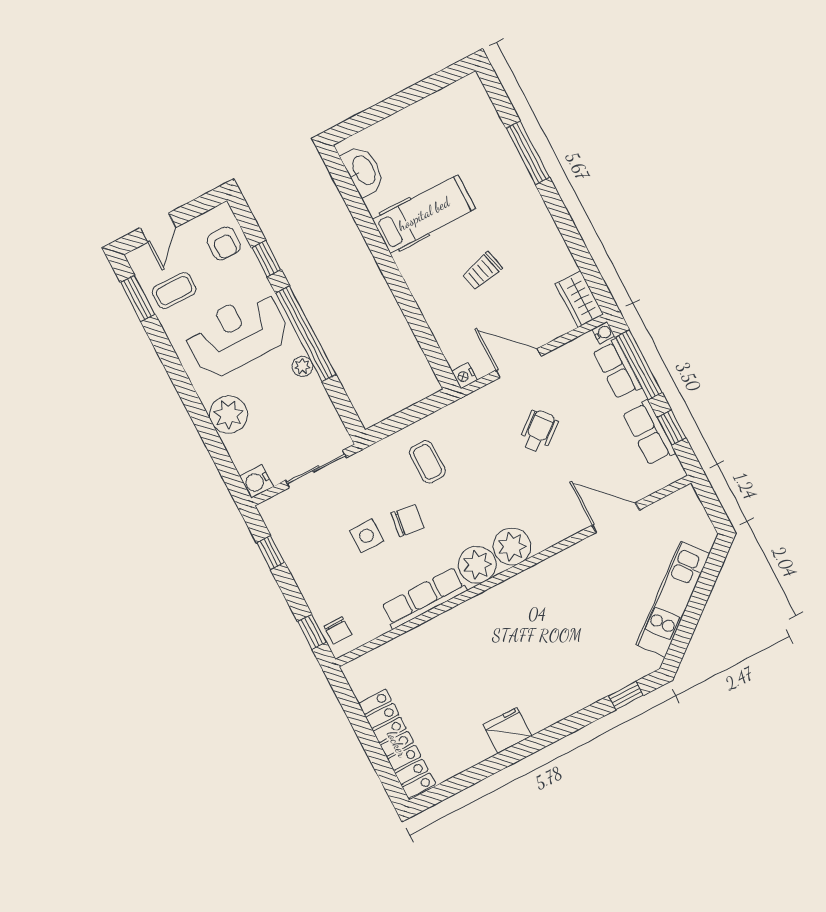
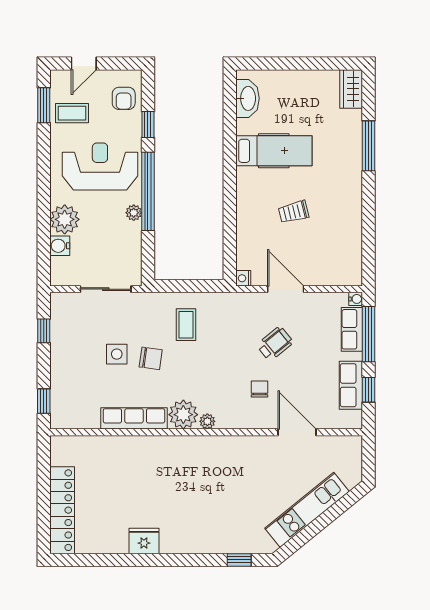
wardrobe: (579, 299) -> (351, 89), moved
water cooler: (256, 481) -> (60, 246), moved
plant: (512, 547) -> (207, 421), width x0.53, depth x0.53
chair: (338, 630) -> (260, 389), moved, turned 180

